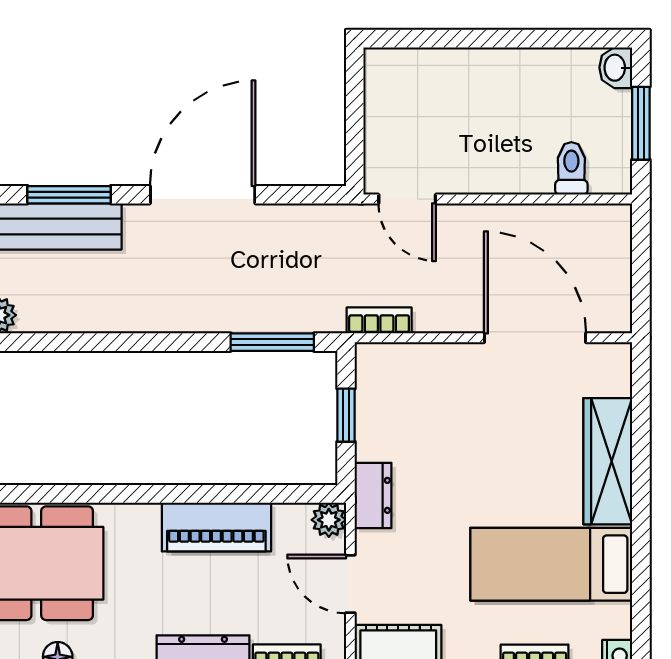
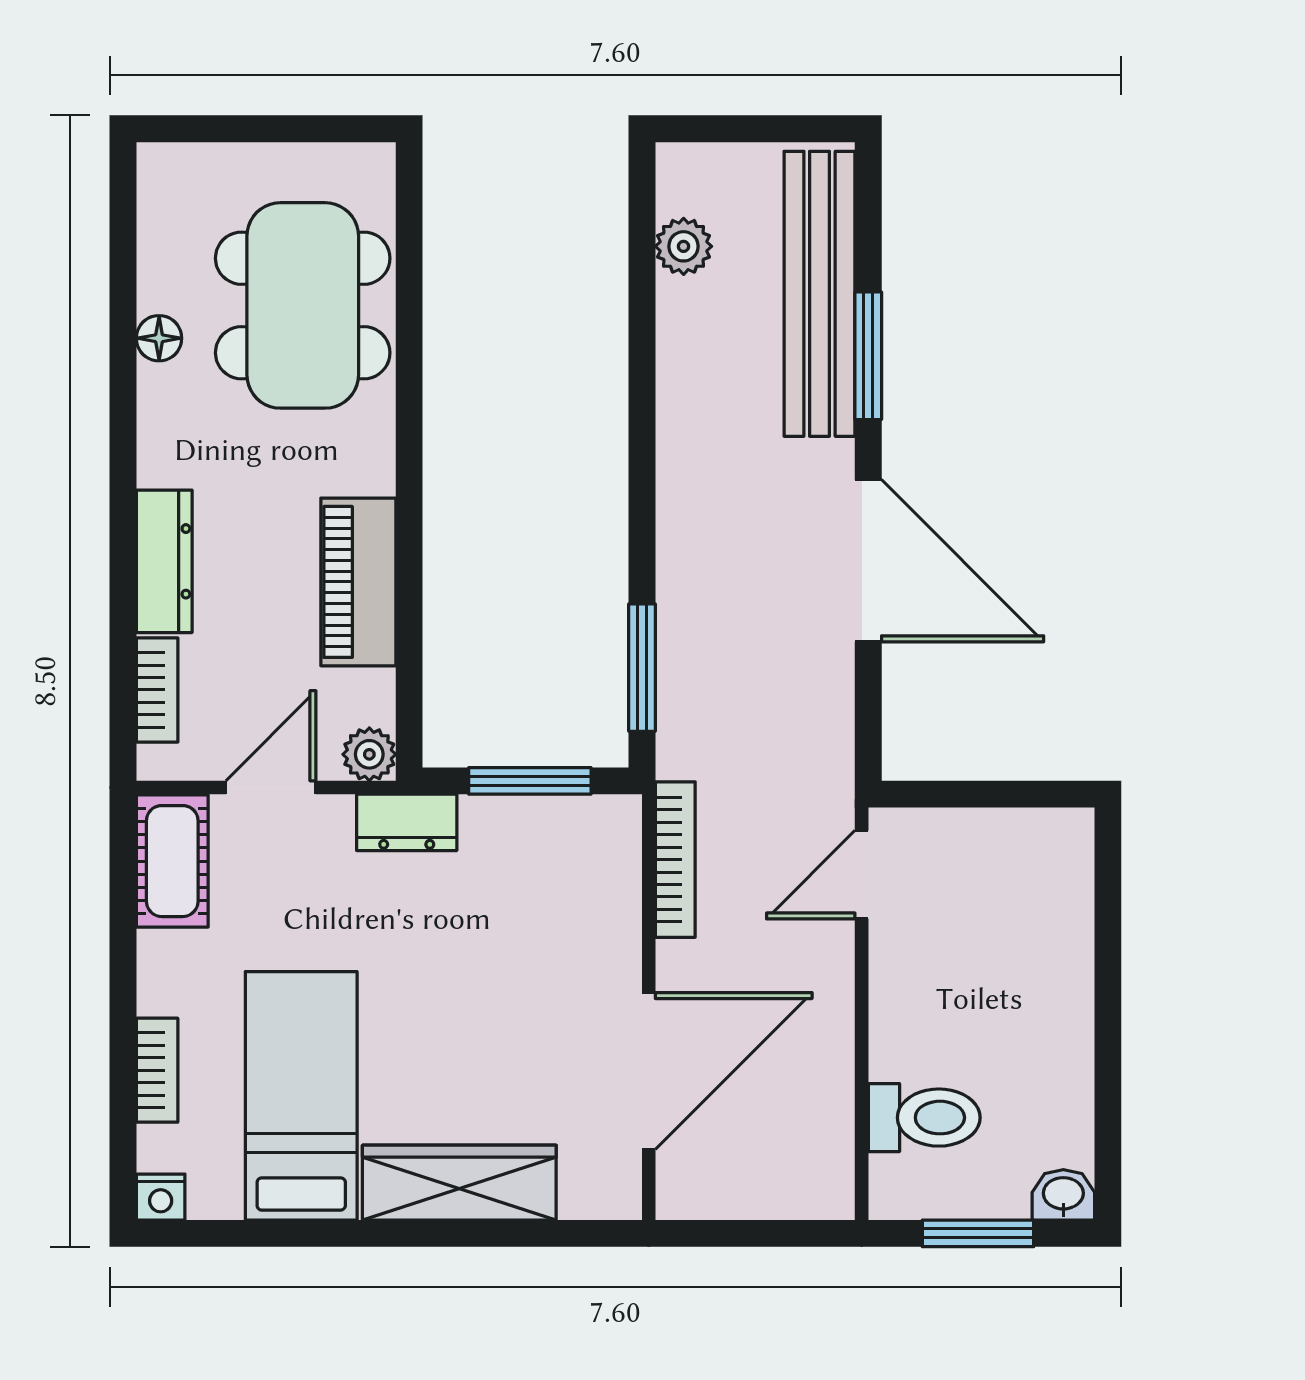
toilet: (571, 168) -> (924, 1118), width x1.37, depth x1.39
bookcase: (379, 320) -> (675, 860), width x1.56
window: (346, 415) -> (530, 781), width x1.50

